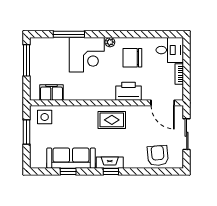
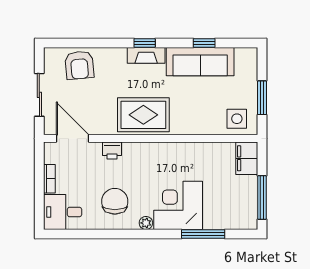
chair: (132, 58) -> (115, 201), turned -90
printer: (128, 91) -> (112, 151), width x0.53, depth x0.68
filing cabinet: (52, 93) -> (247, 158), moved, turned 90
rug: (112, 120) -> (143, 115), width x1.36, depth x1.43

